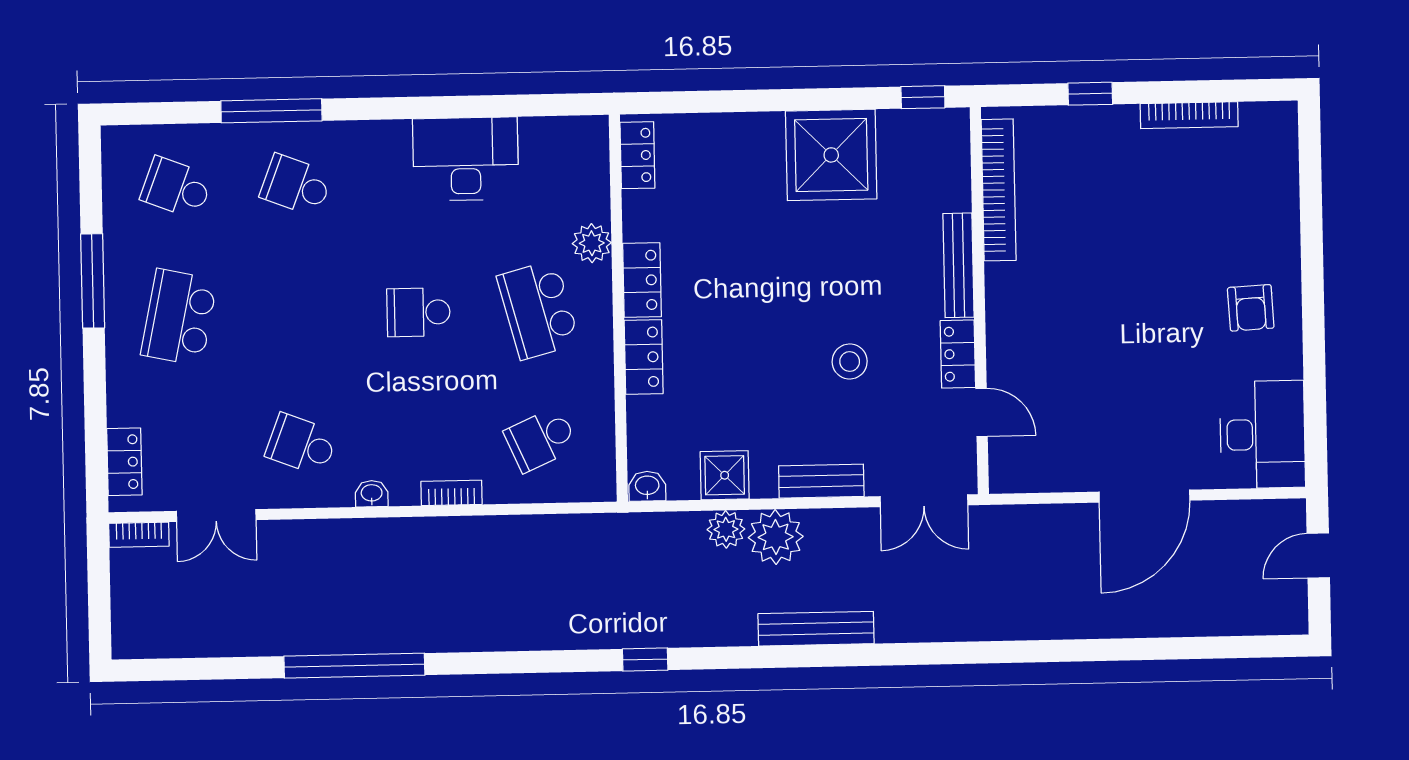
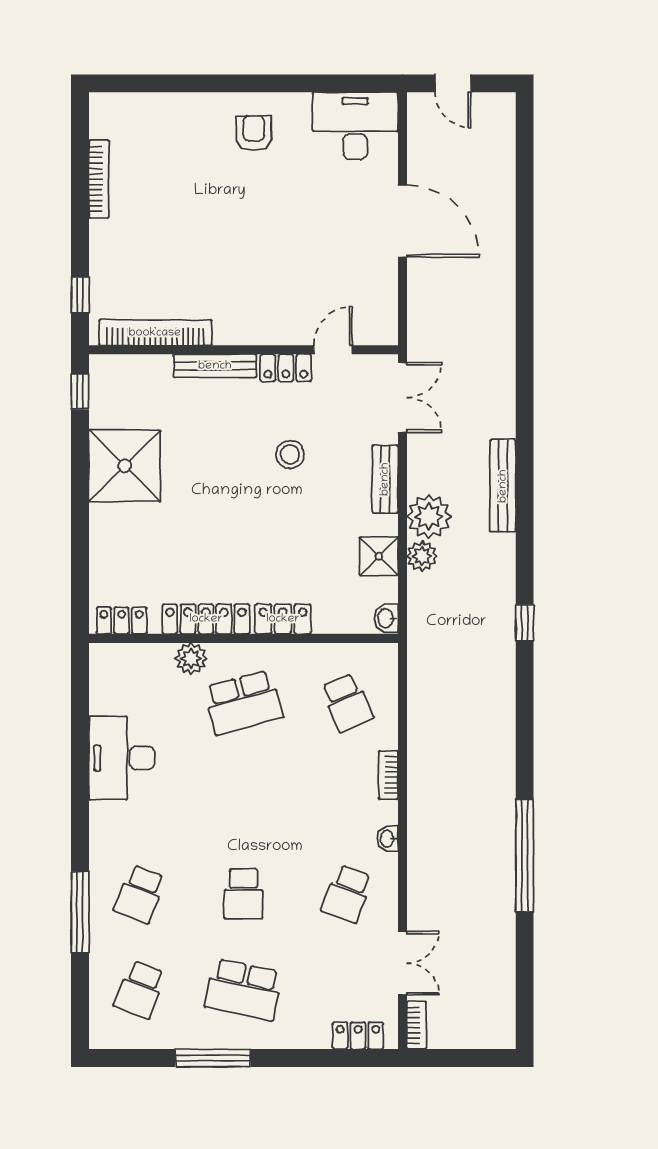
window: (1090, 94) -> (80, 295), moved
locker: (642, 280) -> (206, 619), width x1.53
armchair: (1251, 308) -> (254, 133), turned -87
school desk: (418, 312) -> (243, 894), moved

